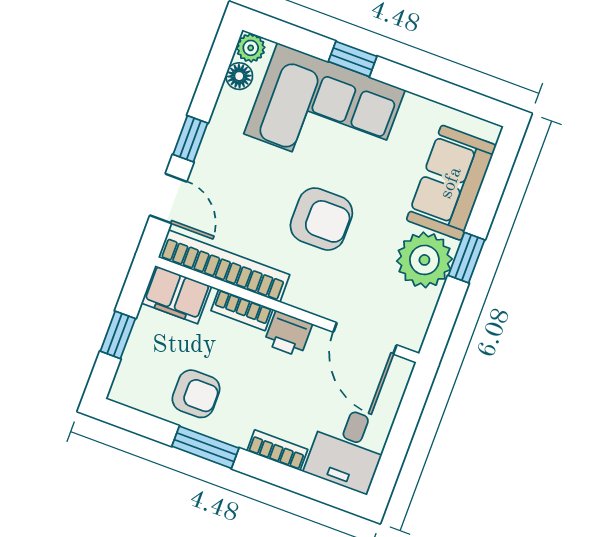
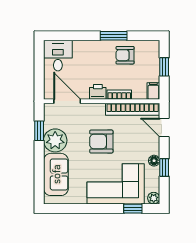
window: (353, 59) -> (133, 209), moved
floor lamp: (239, 76) -> (154, 161), moved
window: (190, 139) -> (164, 167), moved
window: (467, 258) -> (39, 131), moved
filing cabinet: (176, 295) -> (153, 91), width x0.50
bookcase: (277, 450) -> (85, 45), removed

